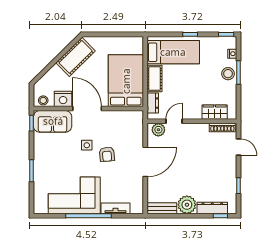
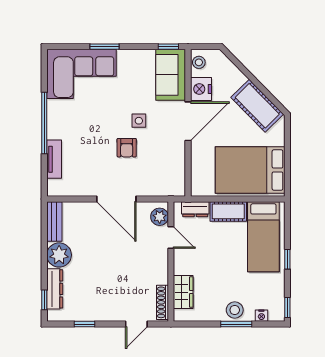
bed: (126, 81) -> (250, 170), moved, turned 180
armchair: (107, 154) -> (127, 148), turned -85
corner sofa: (74, 195) -> (81, 74), moved, turned 90

